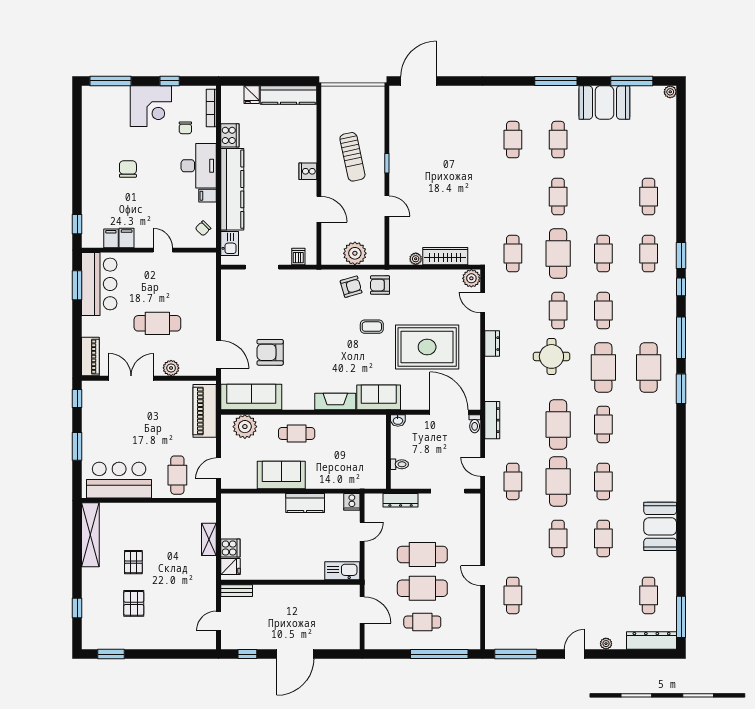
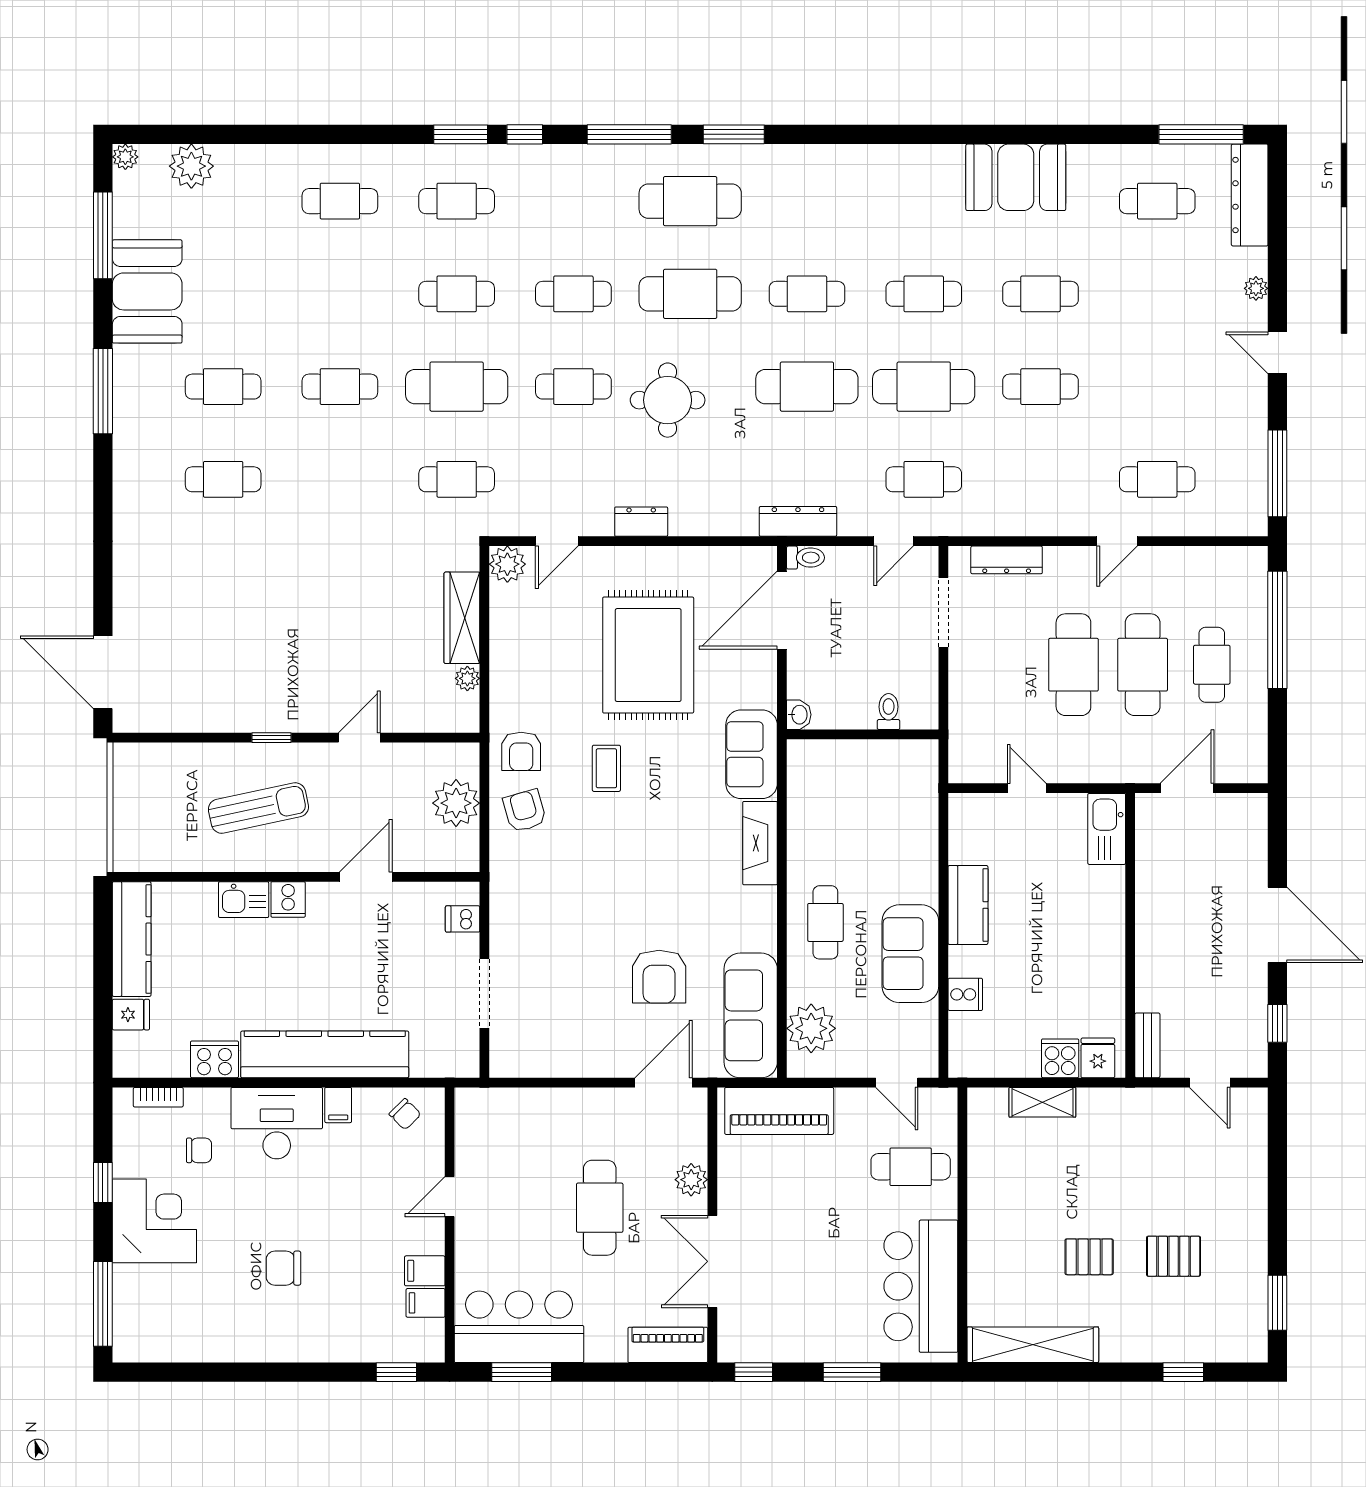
bookcase: (211, 108) -> (158, 1097), width x0.64
plant: (666, 124) -> (191, 166), added
kitchen sink: (230, 243) -> (244, 900), moved, turned 180
dresser: (401, 500) -> (1007, 560), moved, turned 90
cooker: (352, 502) -> (965, 994), moved

